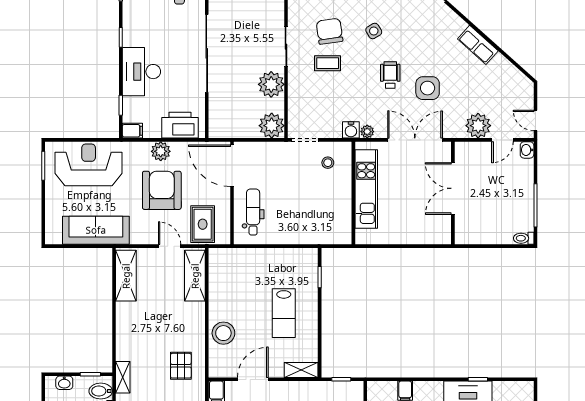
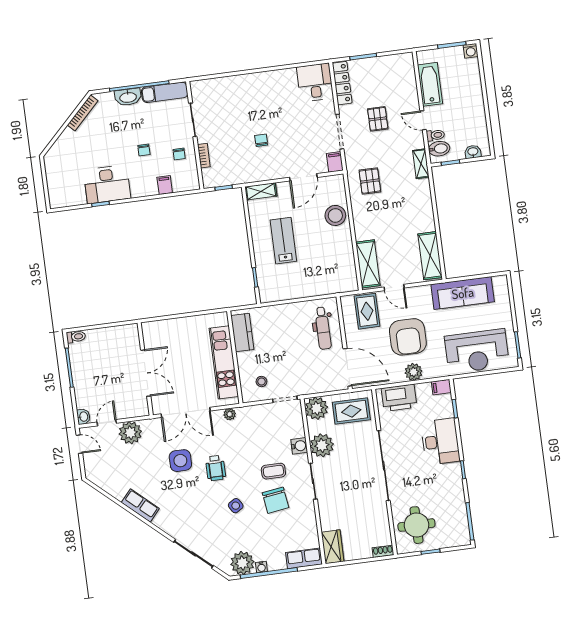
rug: (234, 118) -> (351, 411), added
water cooler: (351, 130) -> (299, 446), moved, turned 90
kitchen counter: (342, 219) -> (242, 332), added

